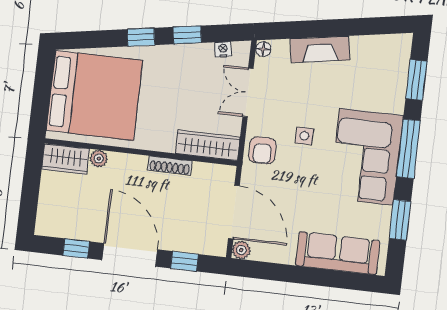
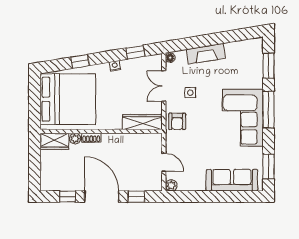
window: (187, 35) -> (135, 52), moved
window: (141, 37) -> (80, 61), moved
nightstand: (223, 49) -> (115, 66), moved
side table: (304, 136) -> (190, 93), moved
shoe rack: (170, 166) -> (91, 138), moved, width x0.70
door: (234, 212) -> (164, 162), width x0.53
window: (400, 220) -> (269, 167), moved

